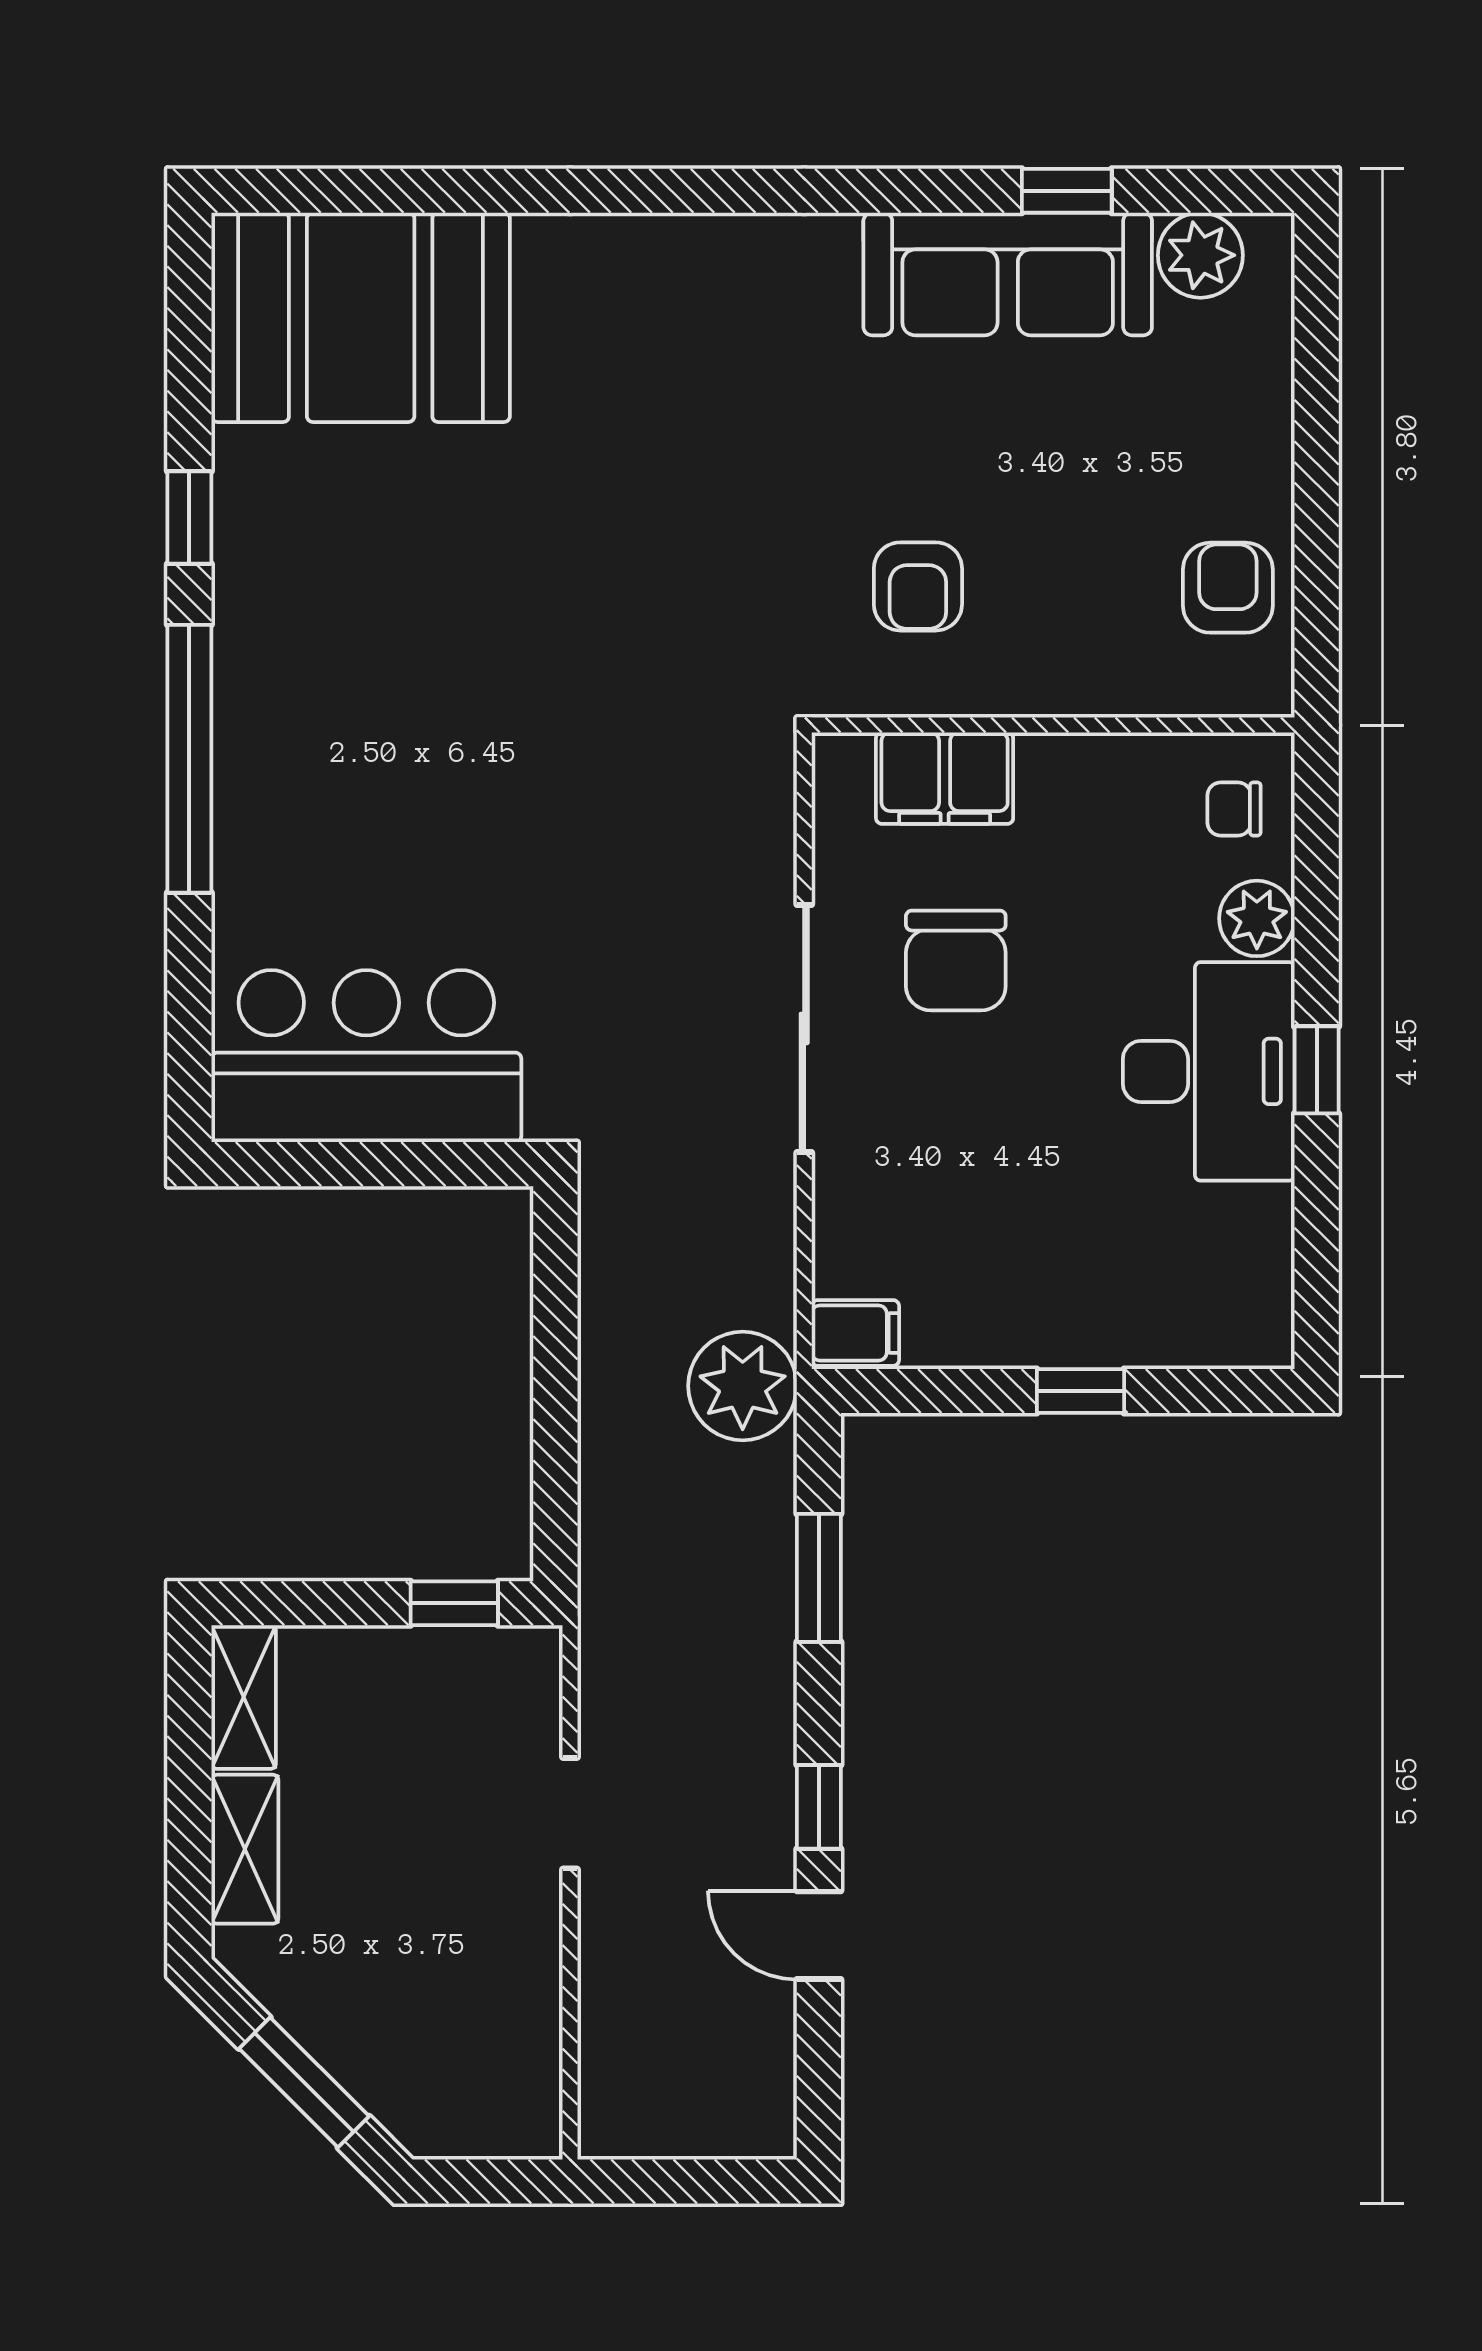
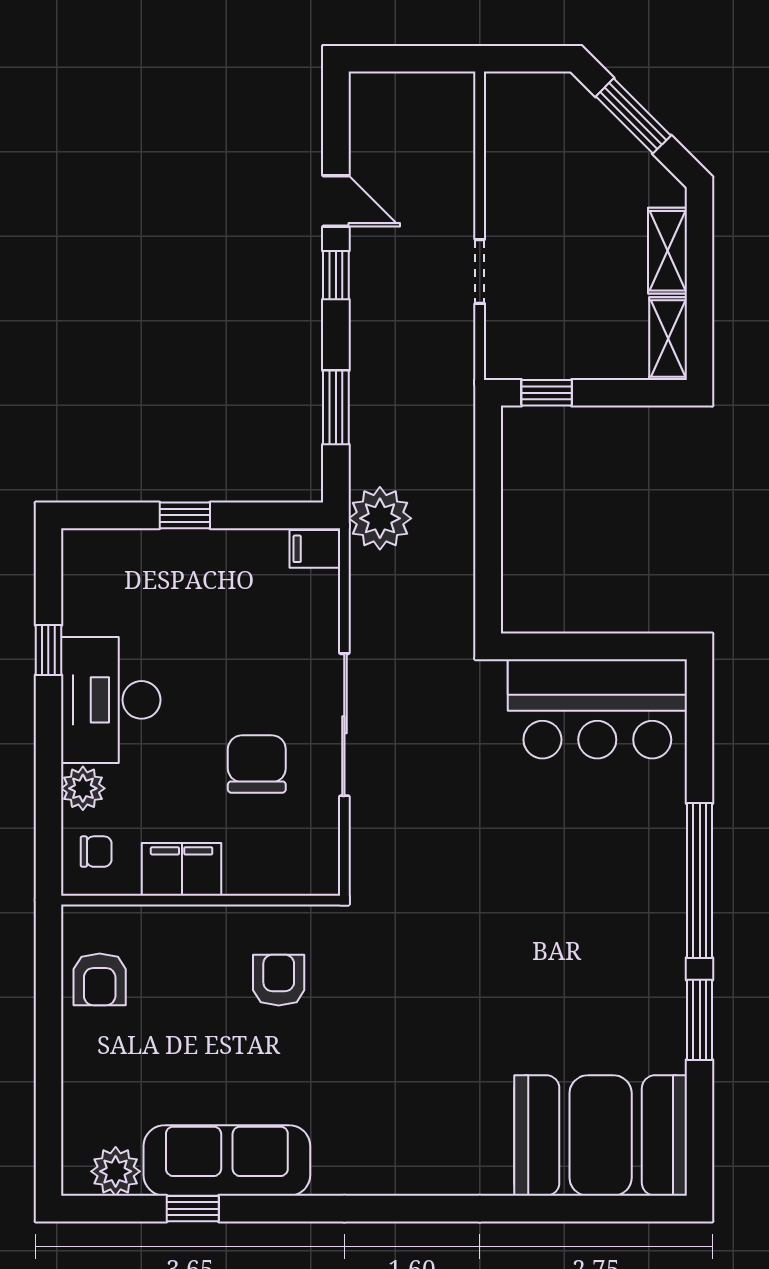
window: (189, 518) -> (700, 1020), width x1.50
filing cabinet: (945, 778) -> (182, 869), moved
window: (1317, 1070) -> (48, 650), moved

